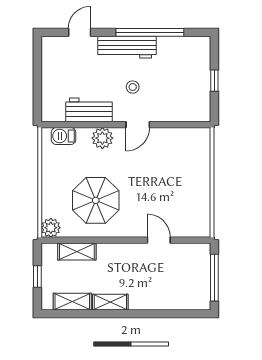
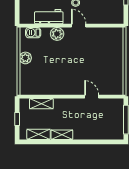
door: (138, 125) -> (79, 26), swing flipped
parasol: (96, 200) -> (53, 72), removed
plant: (51, 228) -> (25, 58), moved

